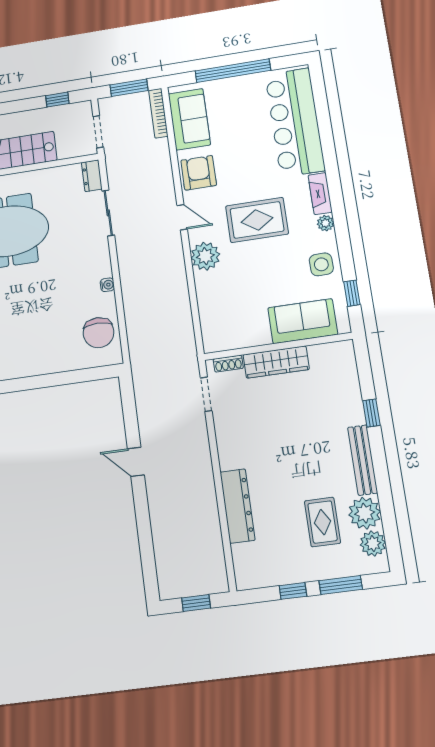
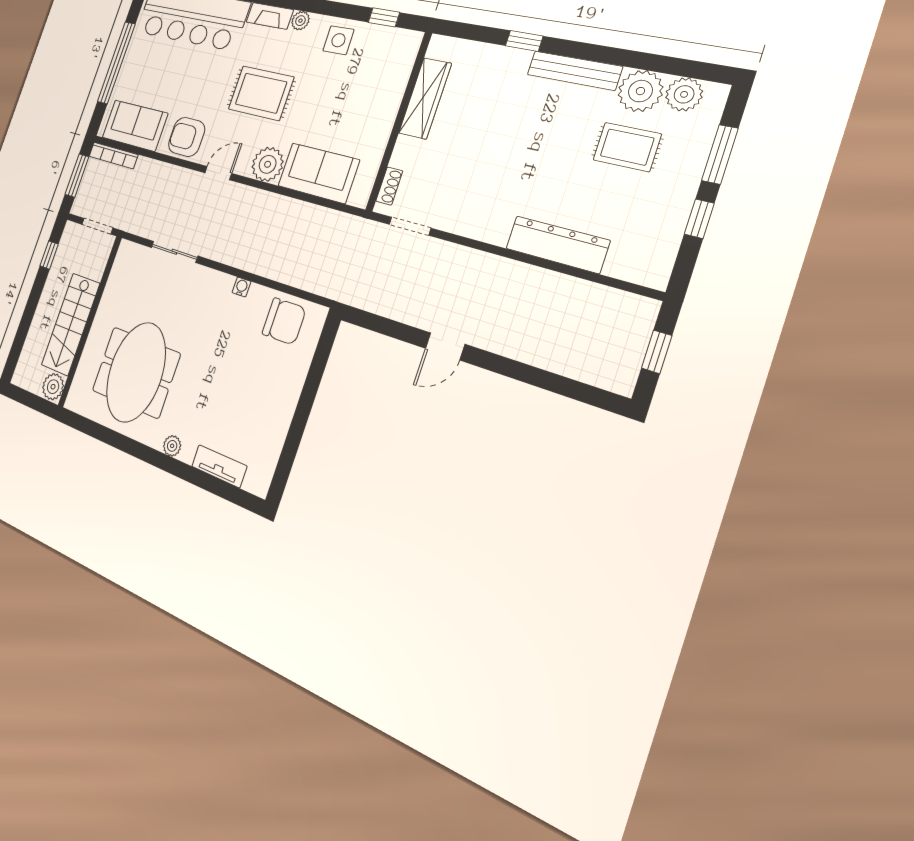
dresser: (92, 176) -> (132, 253), removed
rug: (257, 220) -> (261, 93), turned 90
sofa: (303, 321) -> (318, 173), moved, turned 90
wardrobe: (276, 362) -> (425, 98), moved

